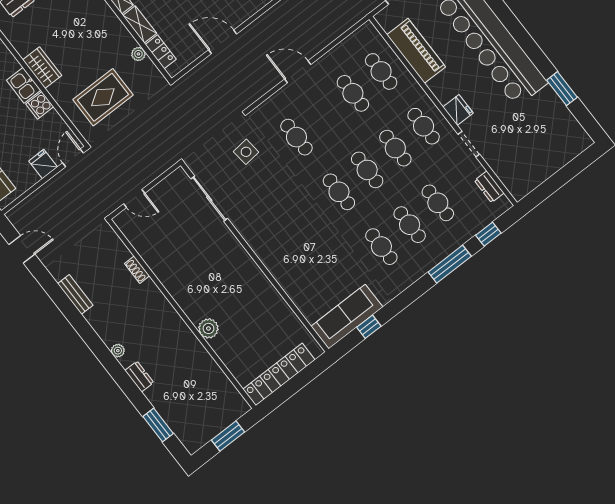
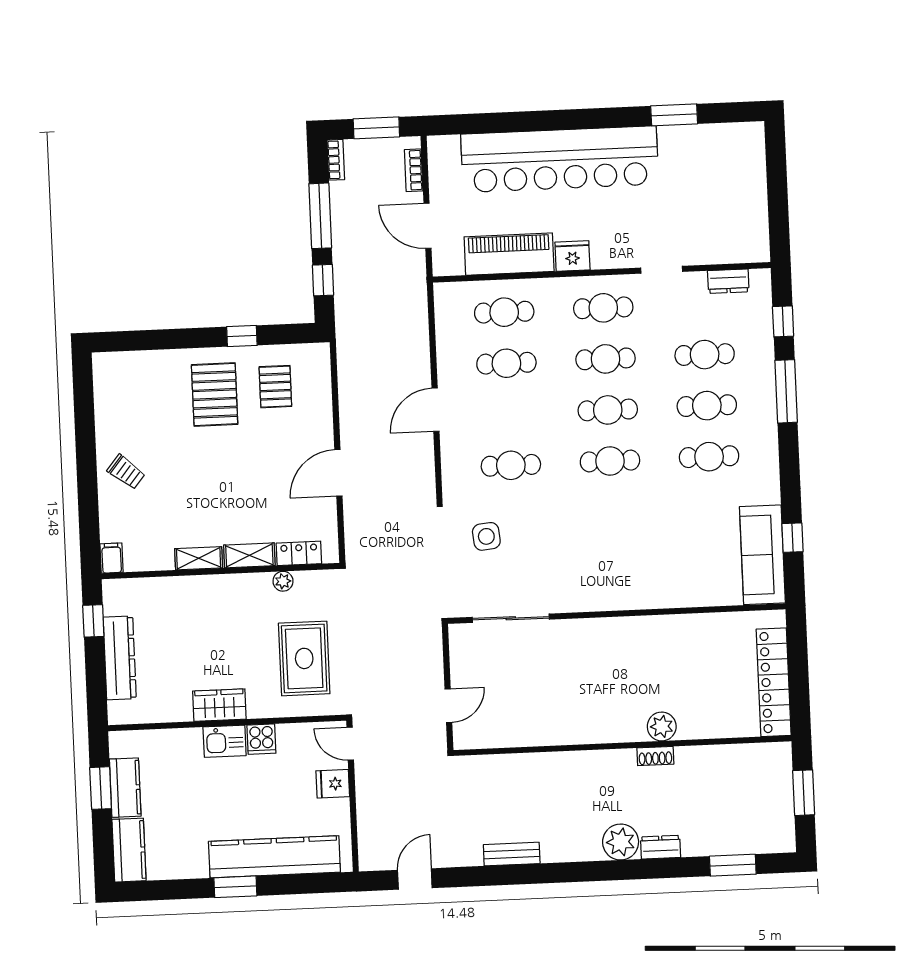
fridge: (458, 110) -> (572, 256), moved
shoe rack: (137, 270) -> (655, 756), moved
plant: (118, 351) -> (621, 842), width x1.87, depth x1.87

